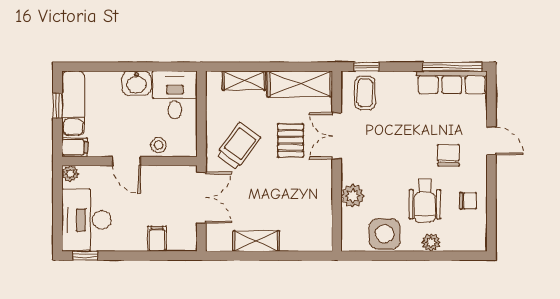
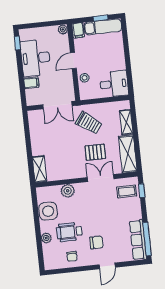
washbasin: (137, 83) -> (118, 61), removed
desk: (86, 220) -> (36, 58), moved, turned -90
shelving: (256, 241) -> (39, 169), moved

